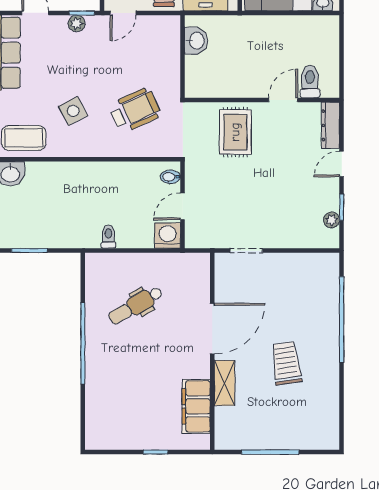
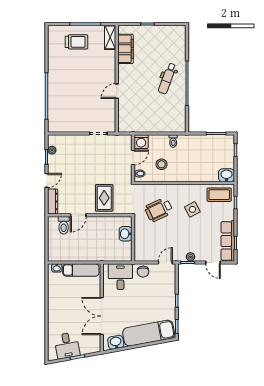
washbasin: (196, 41) -> (126, 234), moved
stool: (130, 194) -> (162, 164), added
dental chair: (136, 305) -> (167, 78), moved, turned 140
door: (212, 329) -> (117, 91), width x0.53
trolley: (286, 363) -> (77, 42), moved, turned -82
shelving: (224, 383) -> (110, 37), moved

